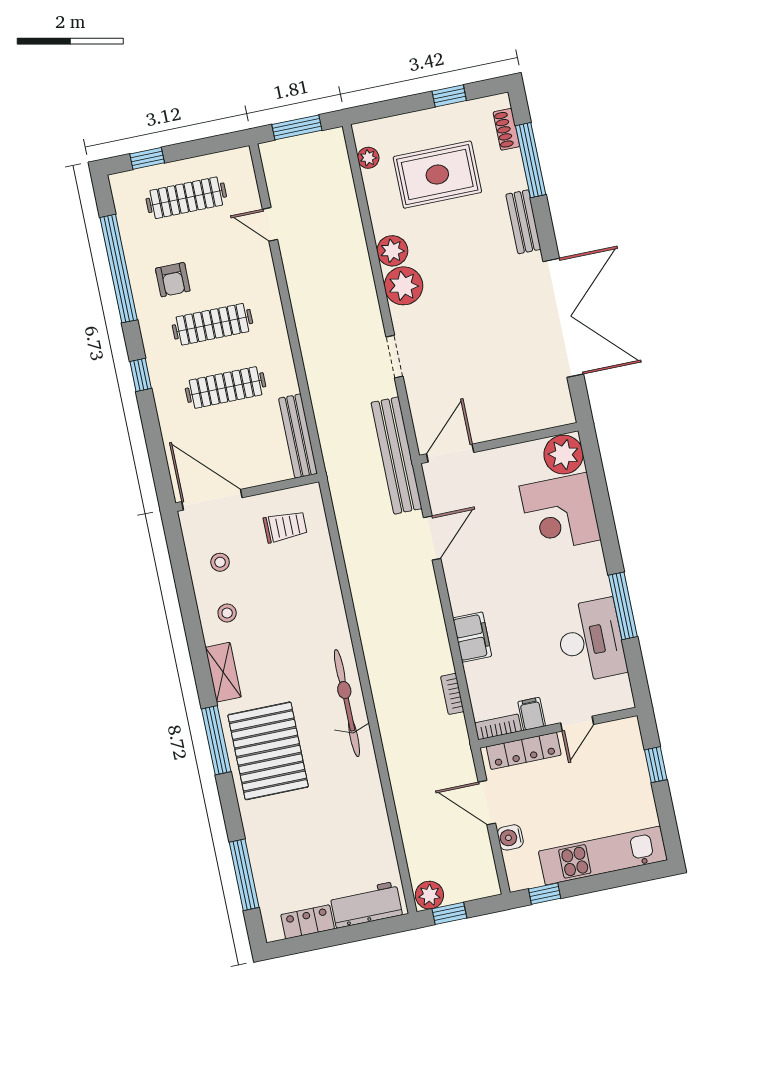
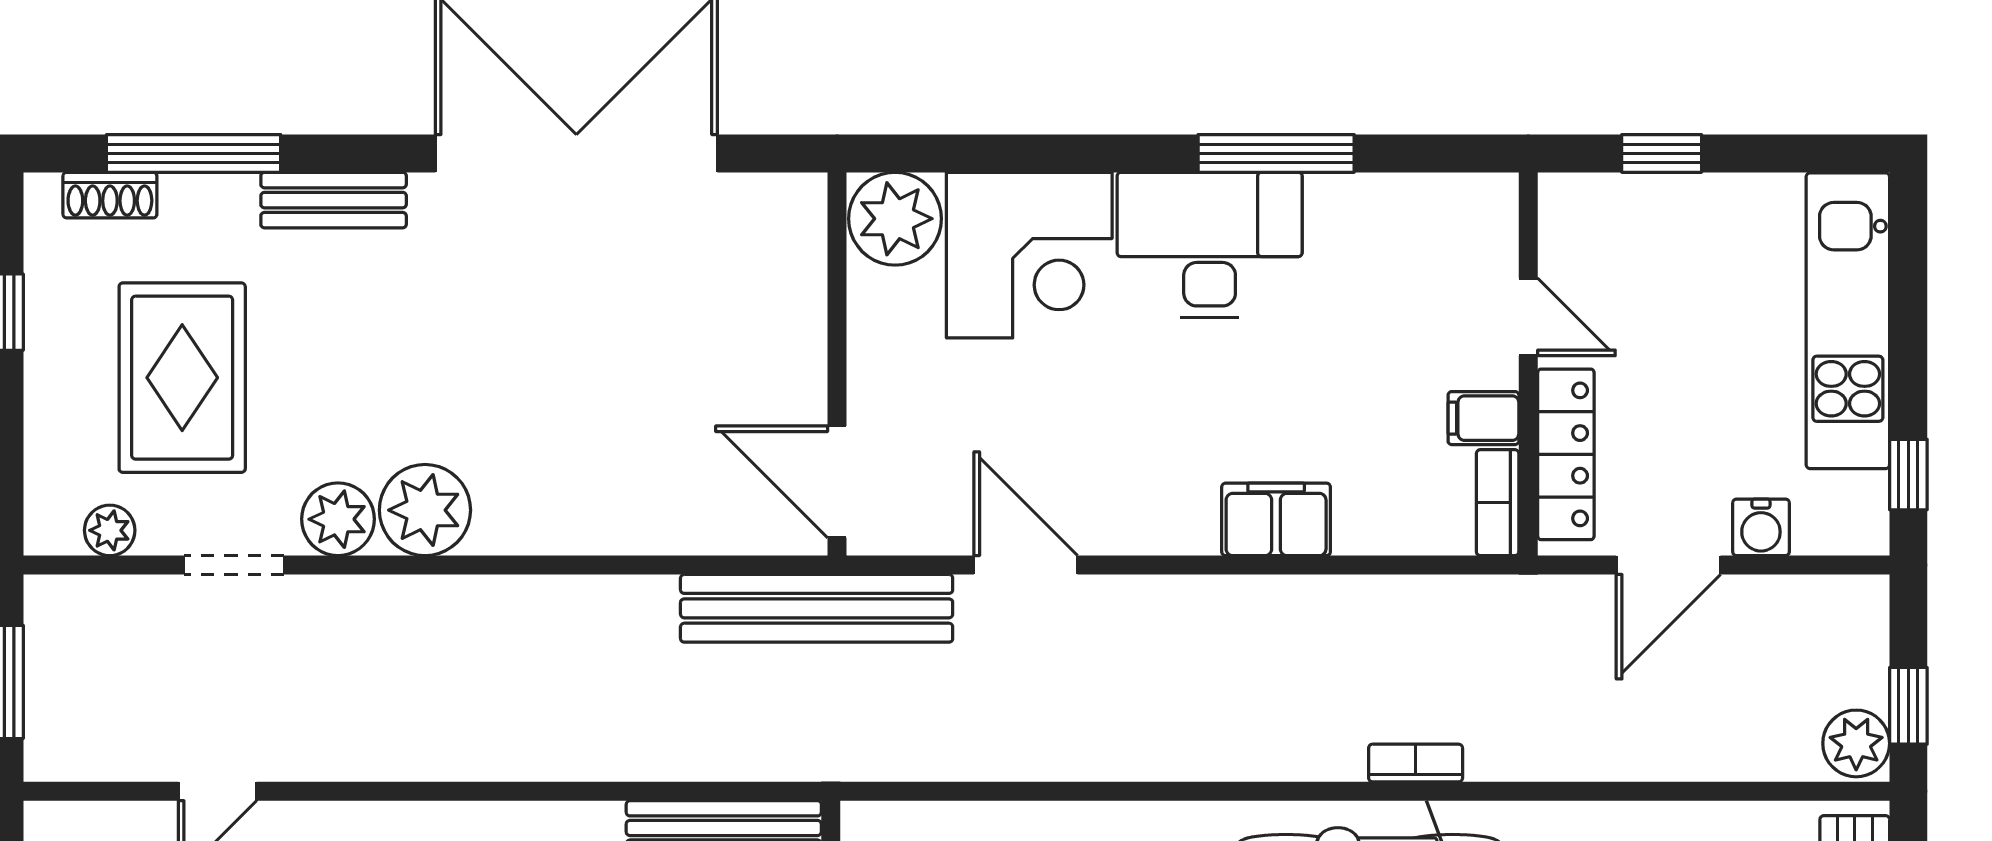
doorway: (395, 357) -> (234, 565), moved
desk: (591, 640) -> (1210, 245), moved
bookcase: (452, 694) -> (1416, 763), moved, turned 180

